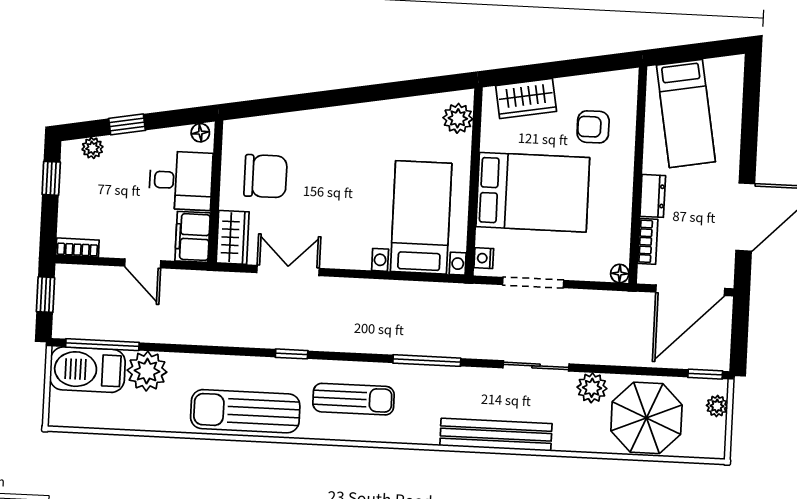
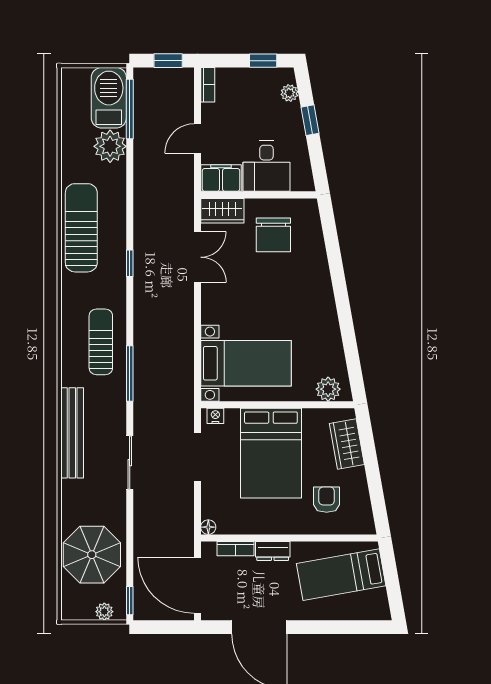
floor lamp: (200, 133) -> (306, 180), removed
plant: (592, 388) -> (114, 509), removed
sun lounger: (354, 399) -> (101, 342), moved, turned 180

